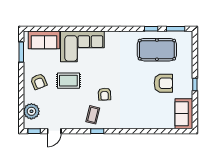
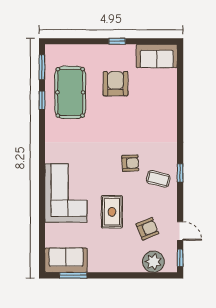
sofa: (44, 40) -> (66, 260), moved, turned -90
armchair: (39, 81) -> (147, 229), moved

